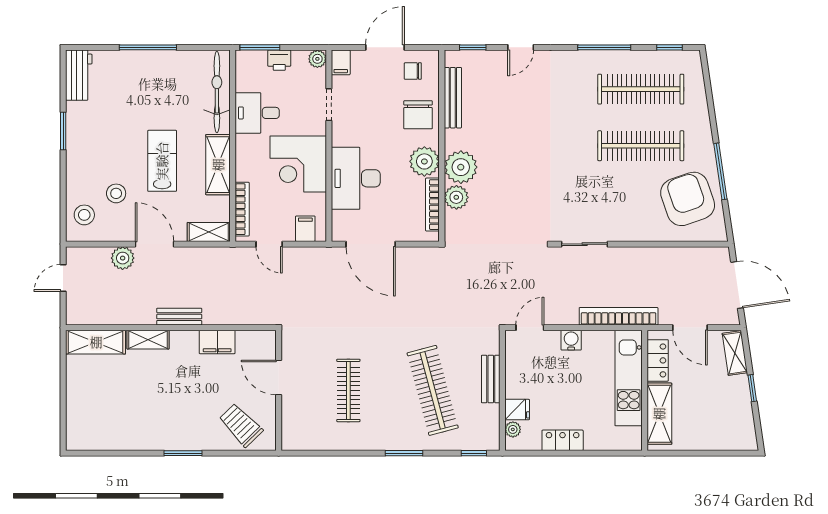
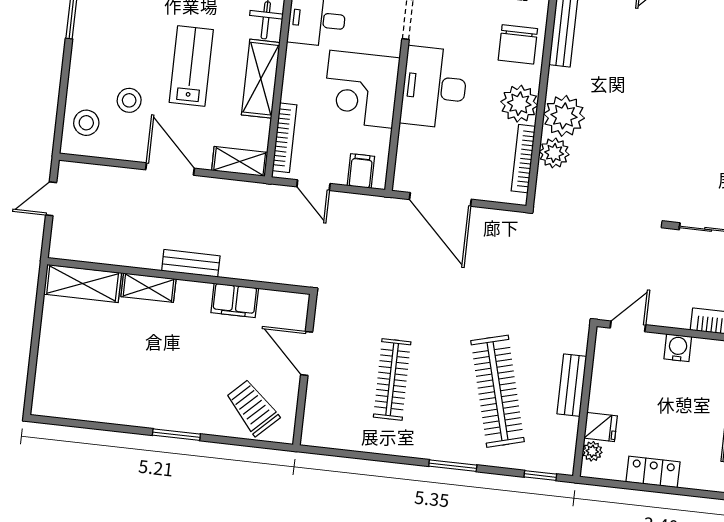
desk: (356, 178) -> (434, 87), moved
plant: (123, 258) -> (128, 182), removed

